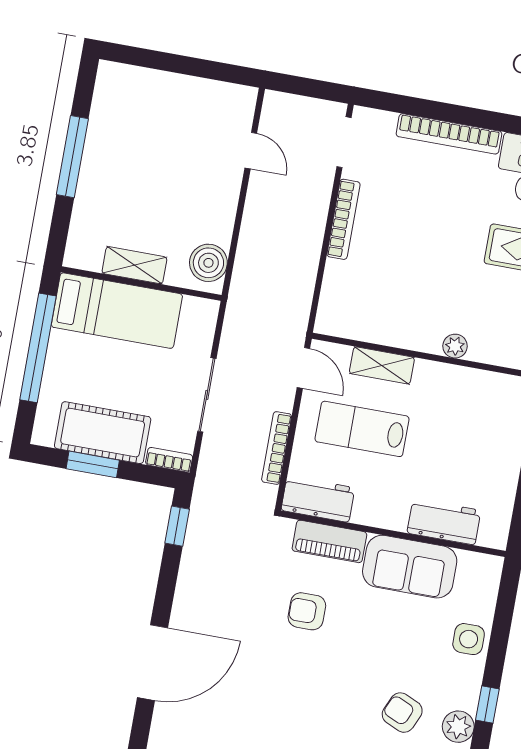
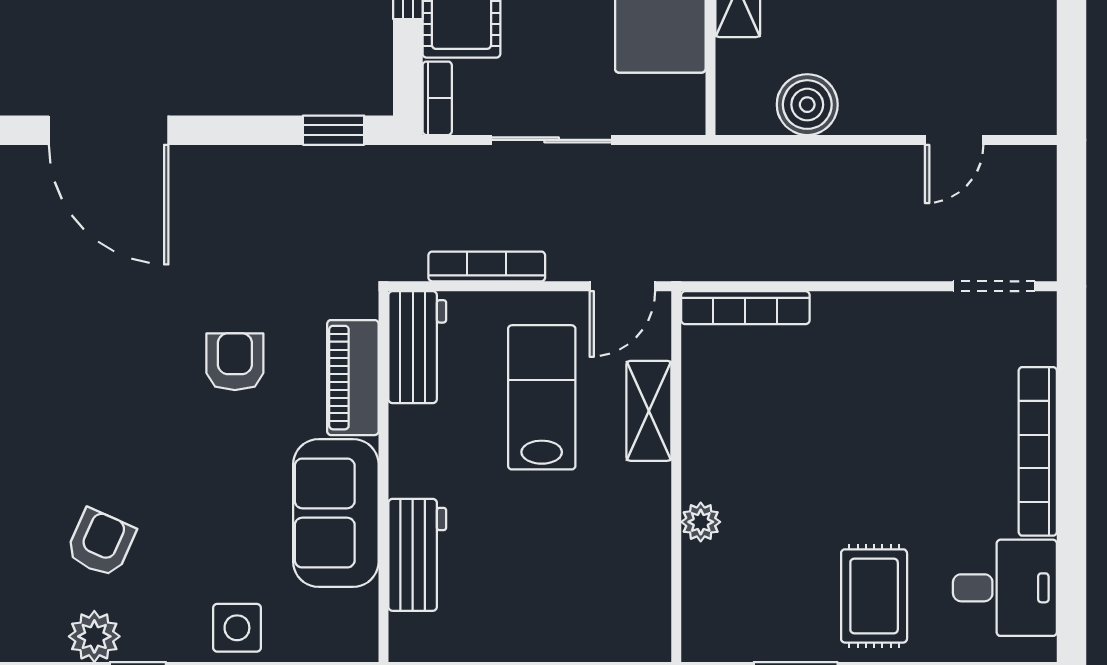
bookcase: (344, 219) -> (745, 308), moved
boiler: (208, 263) -> (807, 105), moved

